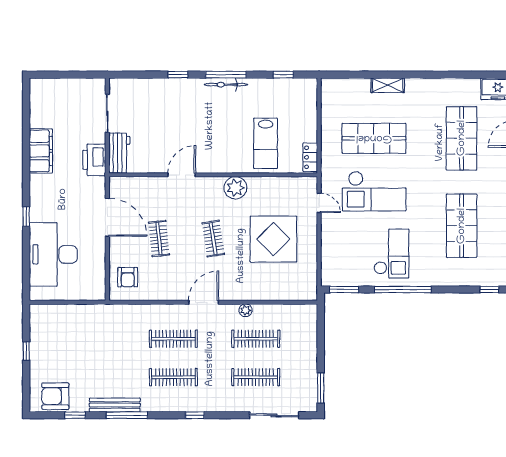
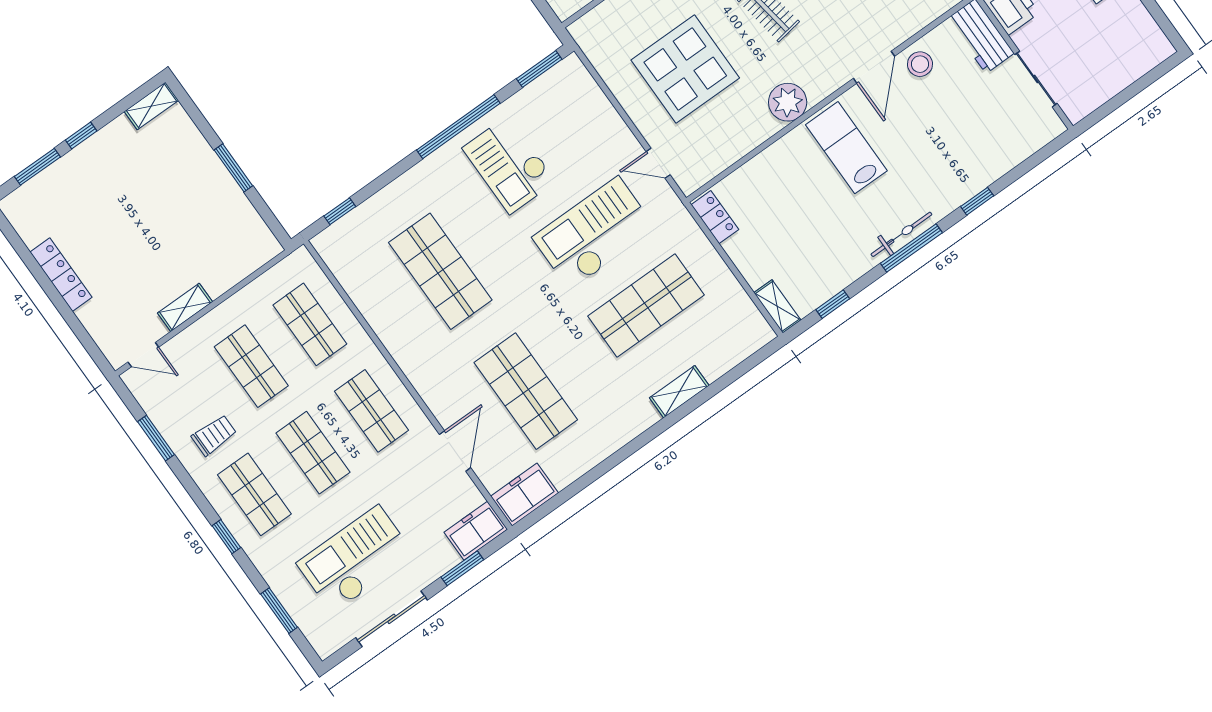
shelving: (311, 93) -> (777, 306), added
lab bench: (266, 143) -> (846, 148), moved
stool: (158, 161) -> (920, 64), added

